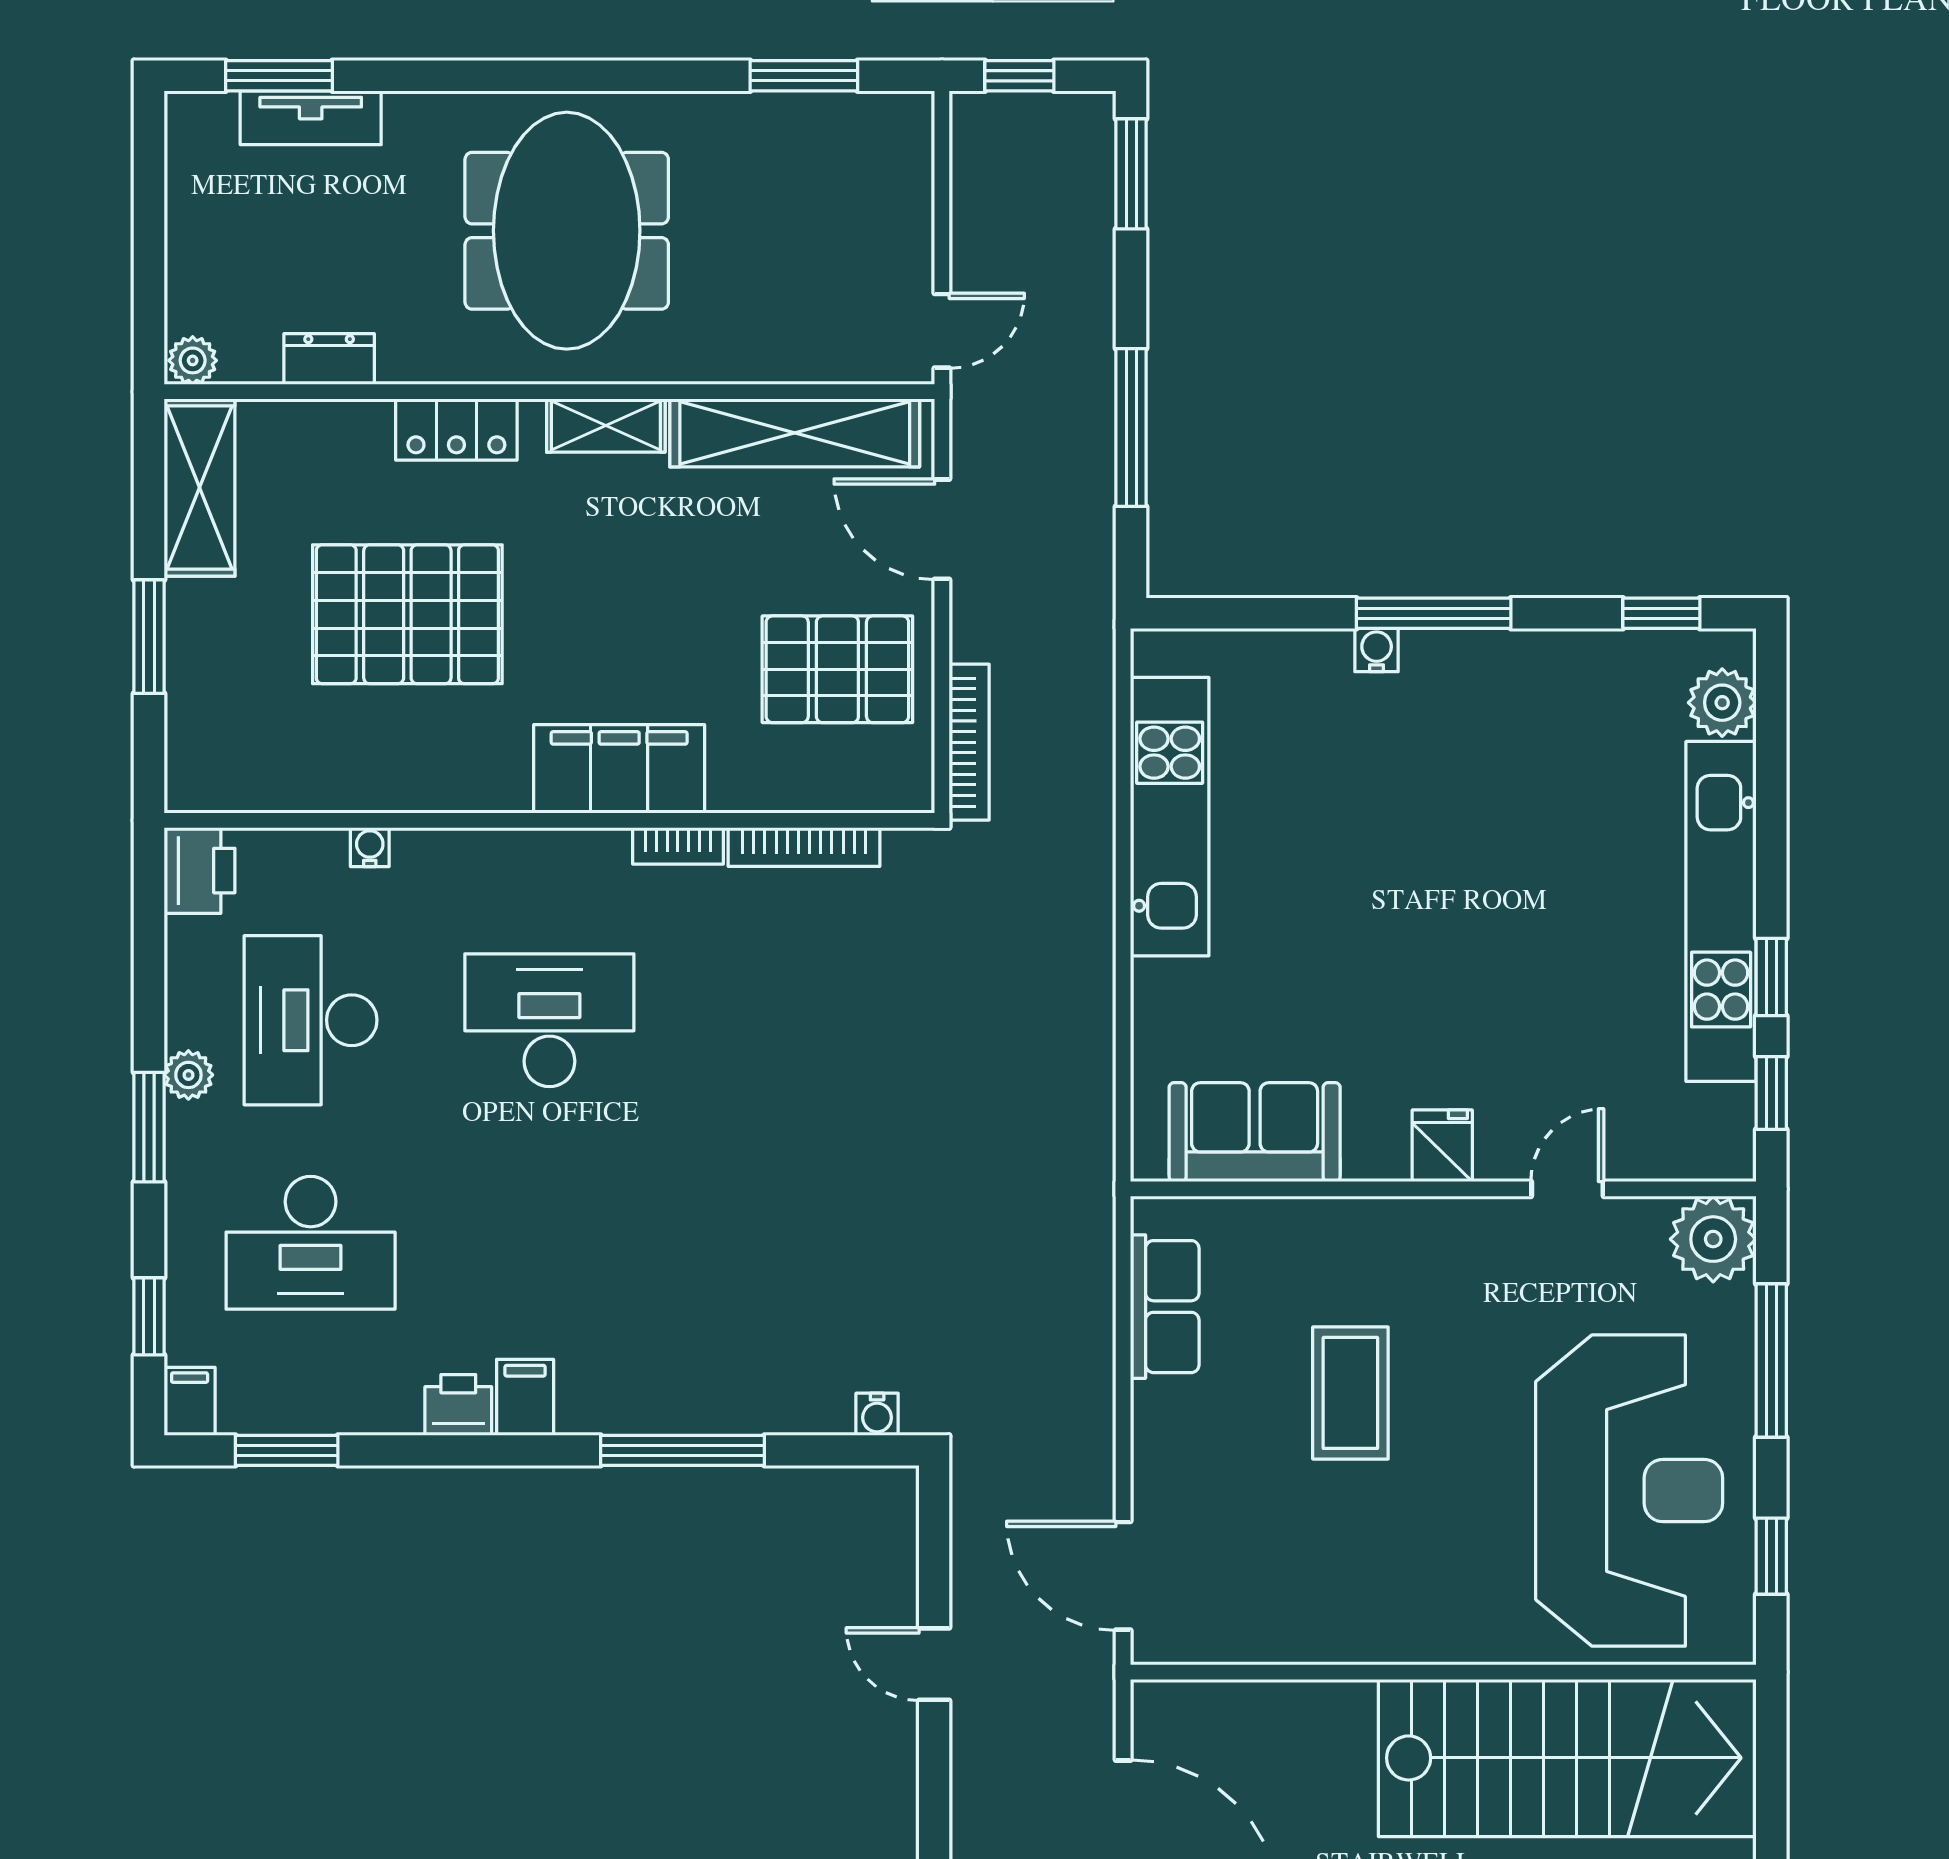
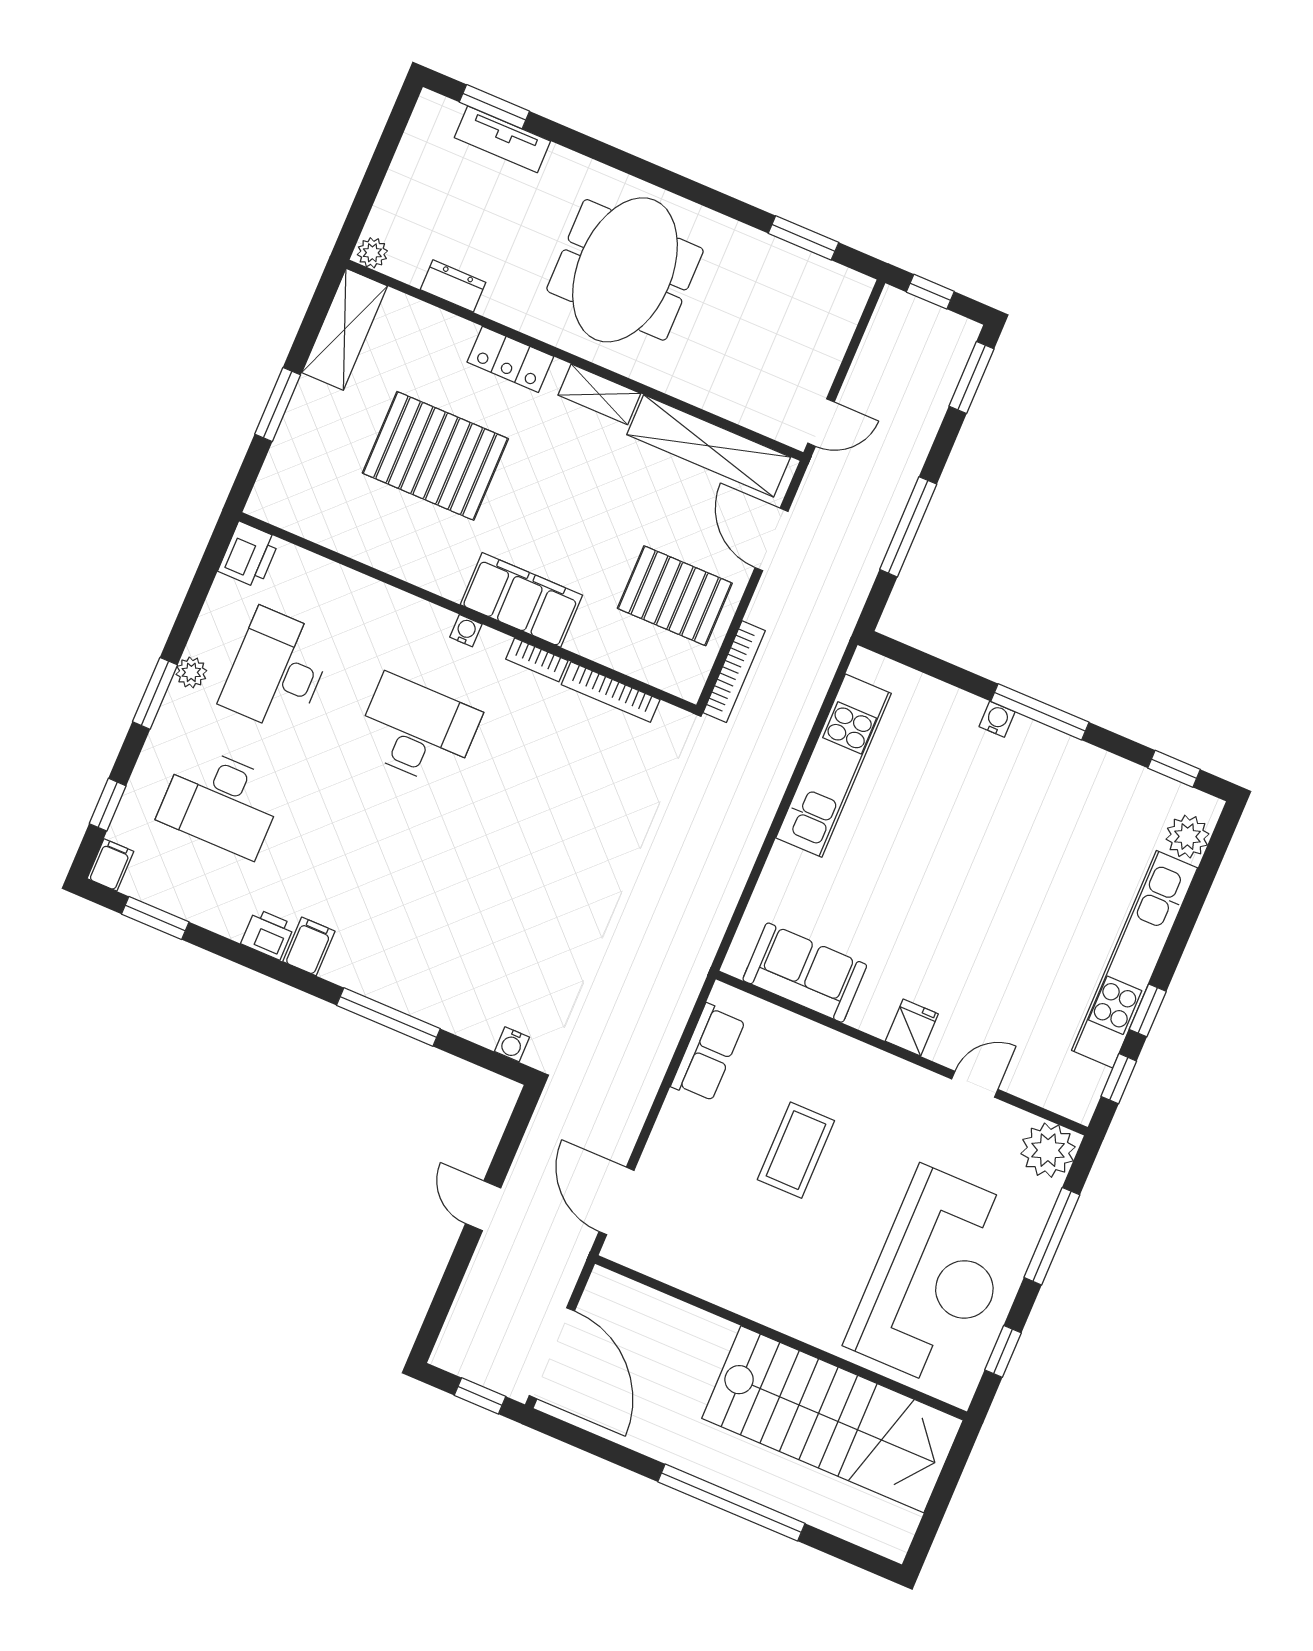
water cooler: (370, 847) -> (466, 631), moved

